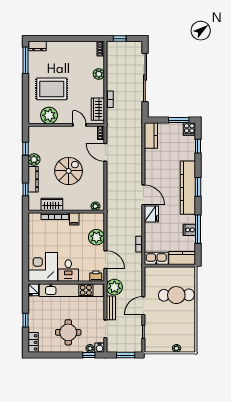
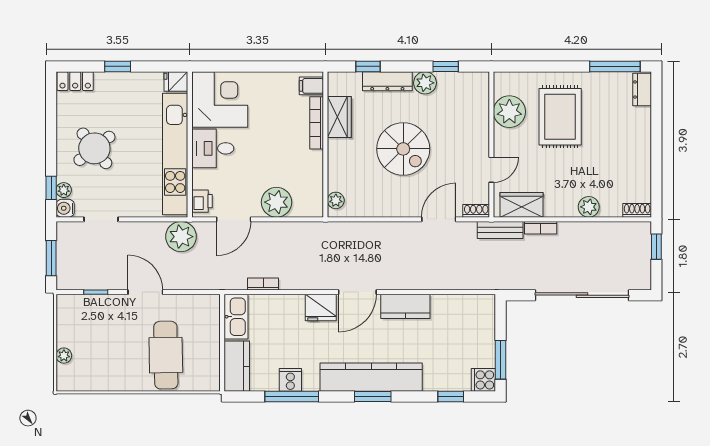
kitchen counter: (151, 136) -> (405, 306), moved
filing cabinet: (74, 219) -> (311, 86), moved
bench: (111, 308) -> (500, 230), moved
round table: (68, 332) -> (94, 148), turned -38

